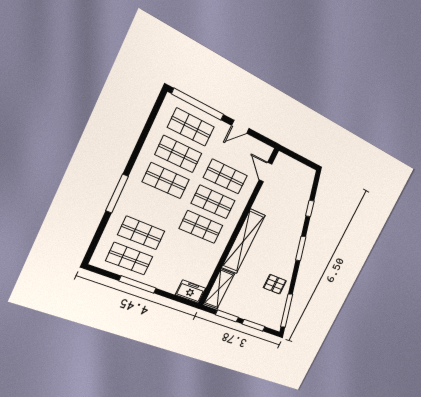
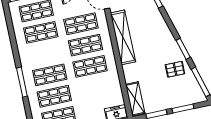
shop shelf: (166, 181) -> (50, 75), moved
shelving: (243, 241) -> (123, 37), moved
window: (301, 248) -> (183, 49), moved

